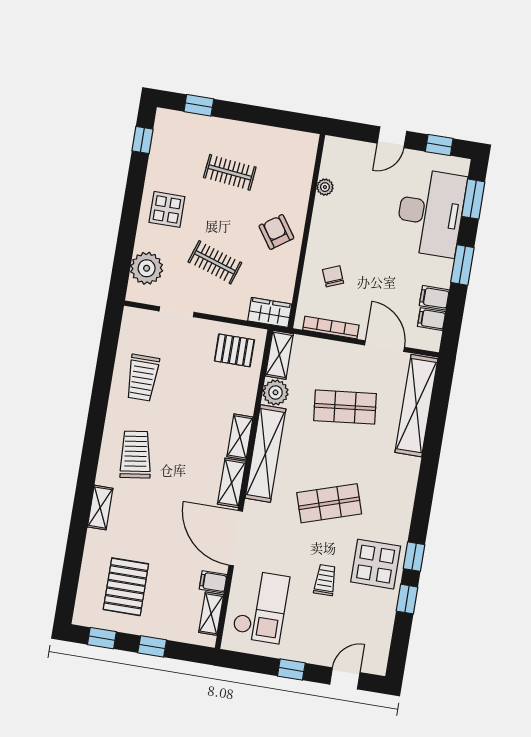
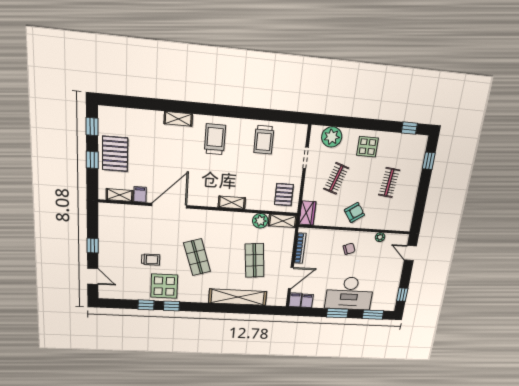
door: (392, 137) -> (410, 253), moved
desk: (431, 213) -> (349, 293), moved
chair: (333, 276) -> (349, 249), moved
filing cabinet: (434, 298) -> (295, 300), moved
trolley: (142, 378) -> (264, 140), turned -90
shelving: (416, 406) -> (238, 297), moved
shelving: (265, 454) -> (223, 218), removed
trolley: (136, 455) -> (215, 139), turned -82
shelving: (232, 483) -> (203, 200), removed
pallet: (126, 587) -> (115, 154), moved, turned 90
checkout: (261, 607) -> (129, 224), removed

